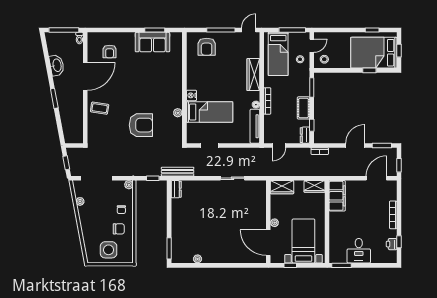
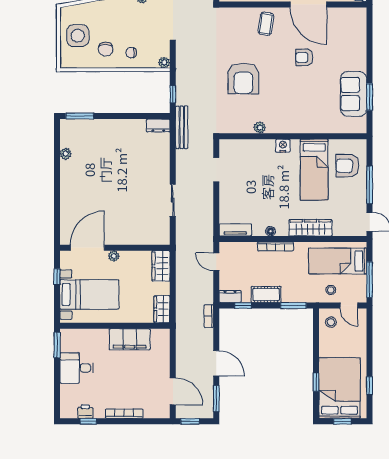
armchair: (110, 51) -> (304, 57), moved
bed: (210, 112) -> (314, 170), moved
tv unit: (255, 126) -> (235, 230), width x0.71
filing cabinet: (337, 196) -> (130, 339), moved

